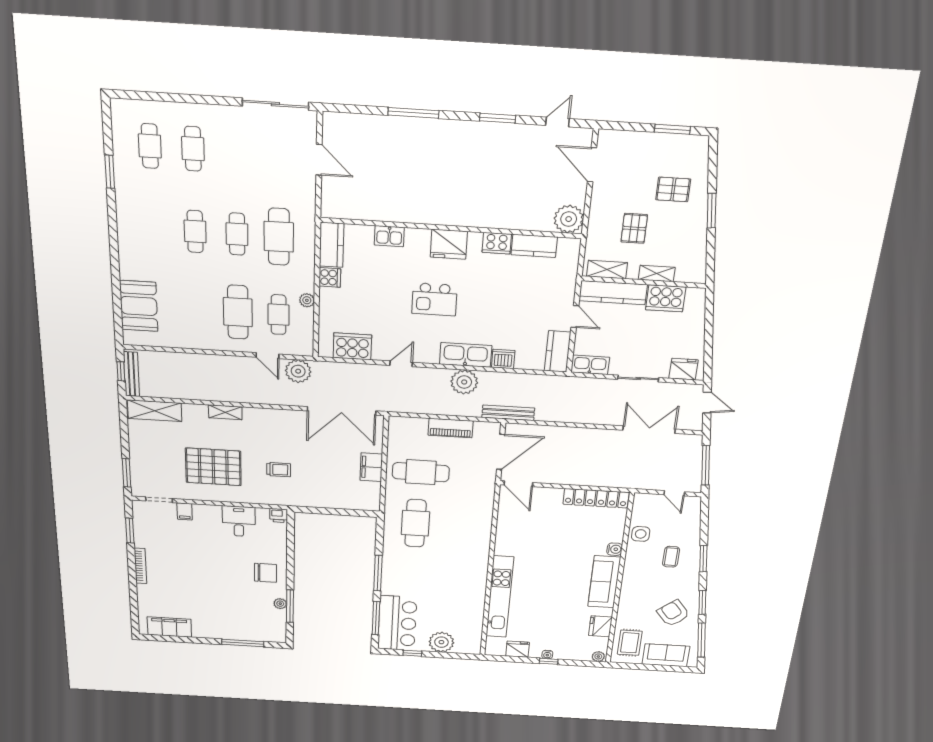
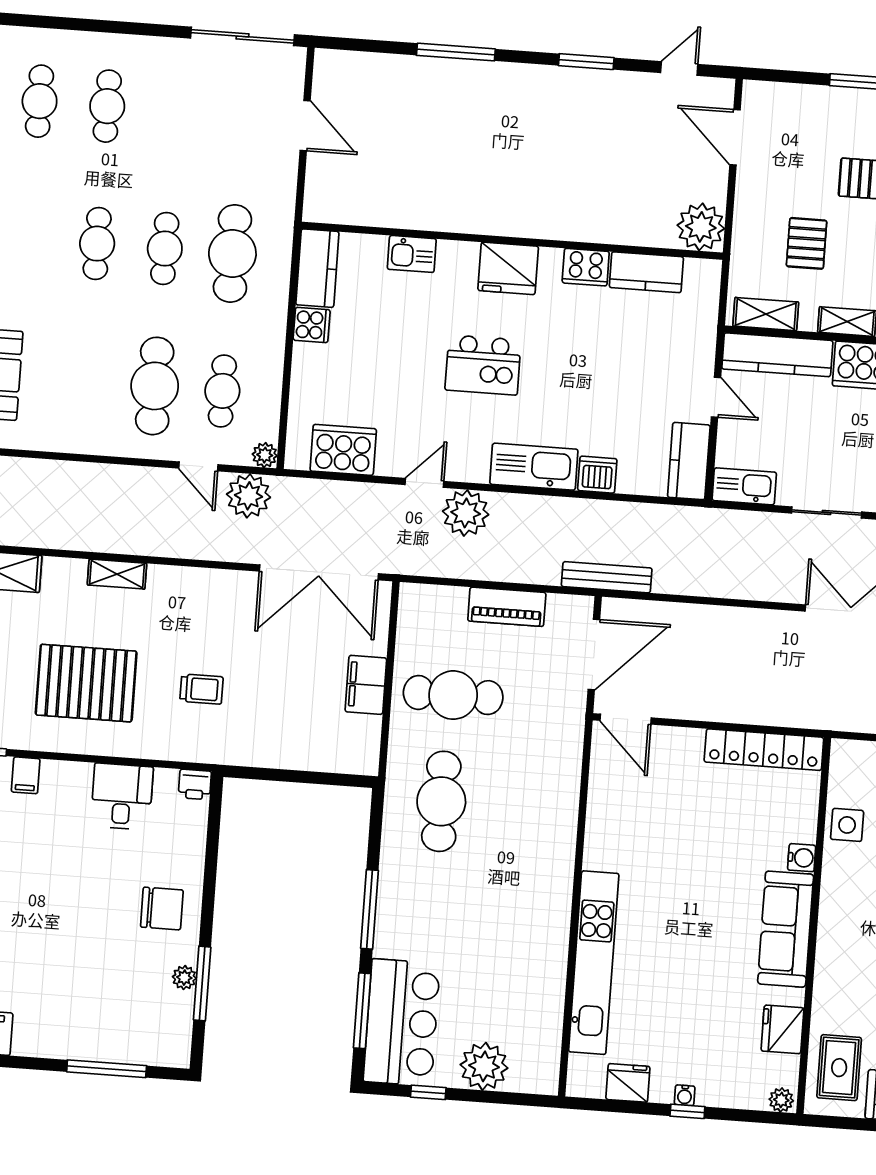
plant: (307, 300) -> (265, 455), moved
plant: (464, 382) -> (466, 513), moved

